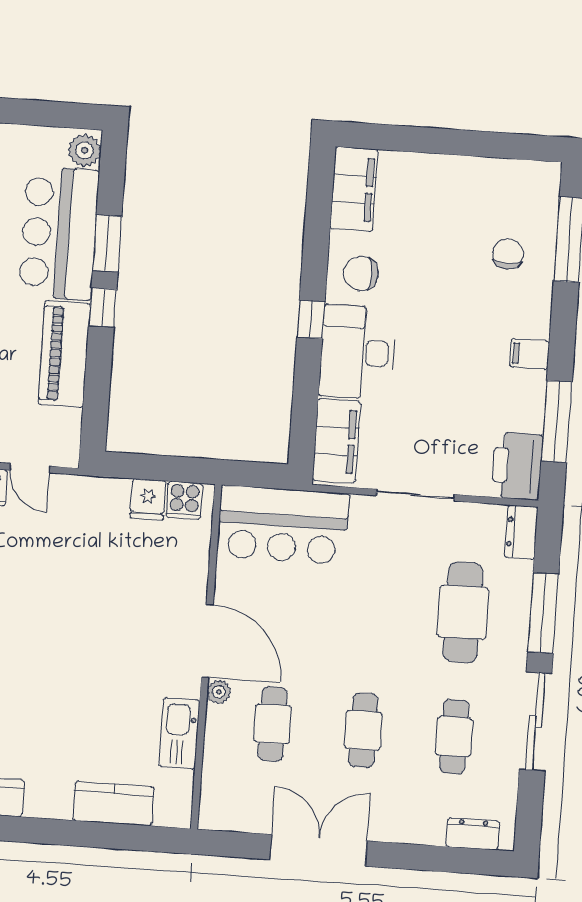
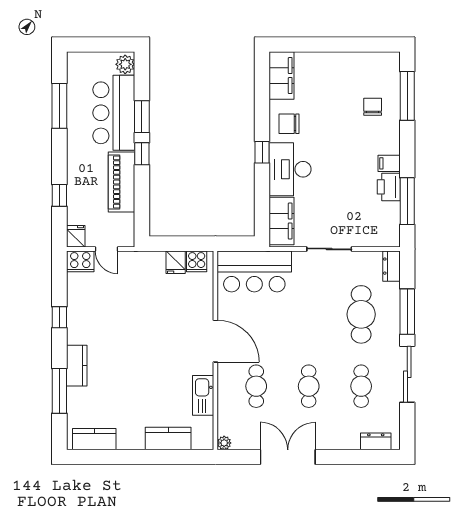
printer: (517, 466) -> (389, 187), moved, width x0.73, depth x0.84
plant: (219, 692) -> (224, 443), moved

